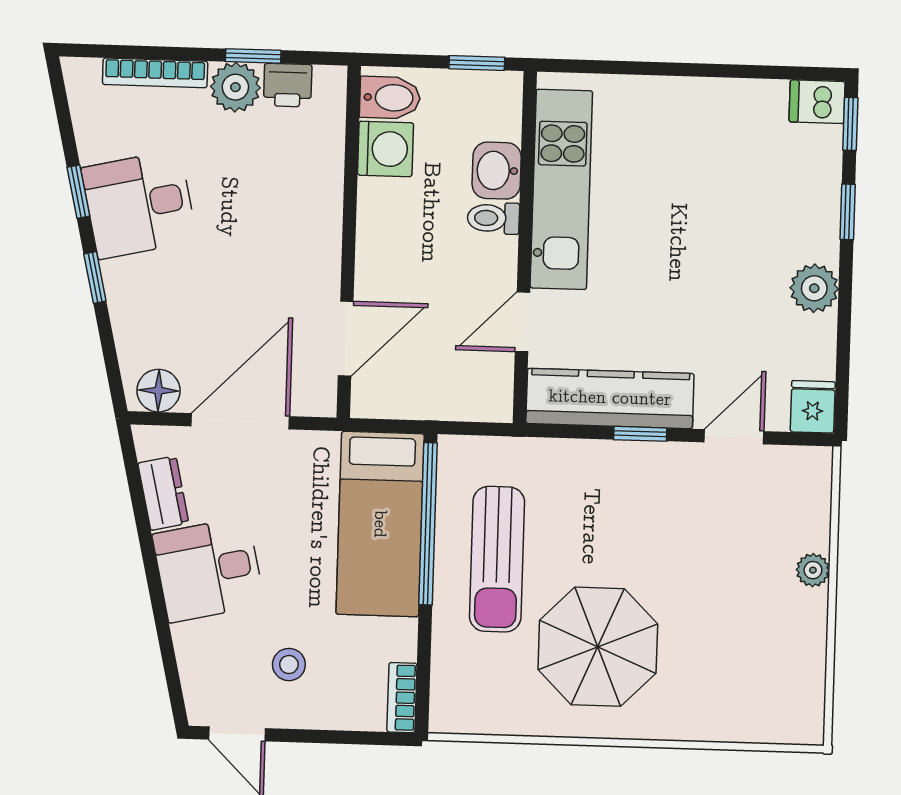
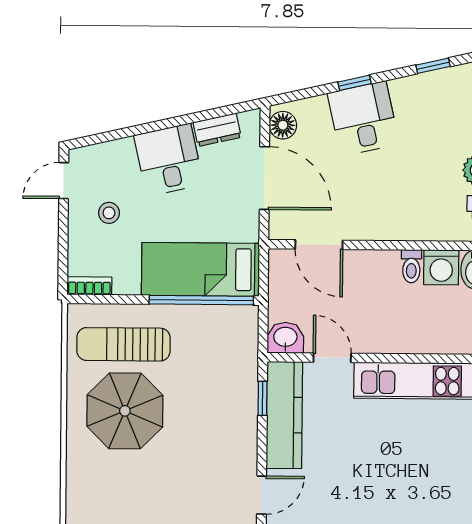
washbasin: (497, 171) -> (285, 338), moved
window: (78, 192) -> (433, 66), moved
desk: (139, 204) -> (363, 119), moved
toilet: (493, 218) -> (411, 266), moved, turned 180
window: (640, 434) -> (262, 398), moved
door: (734, 437) -> (262, 495), hinge flipped
sun lounger: (497, 559) -> (123, 344), moved

